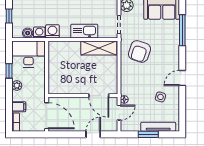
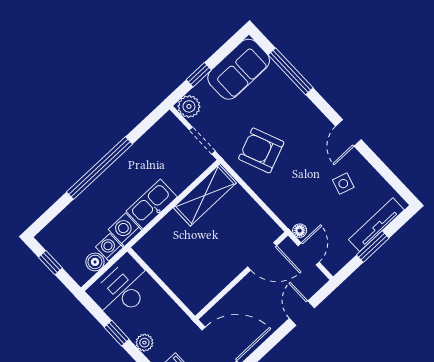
kitchen sink: (84, 31) -> (152, 204), moved
armchair: (139, 51) -> (261, 150), turned 140

